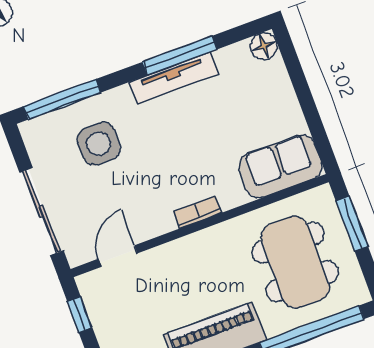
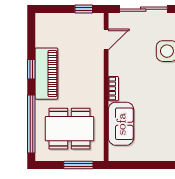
sofa: (280, 166) -> (121, 124), moved
door: (118, 256) -> (106, 40), hinge flipped

